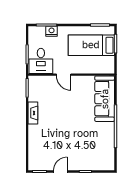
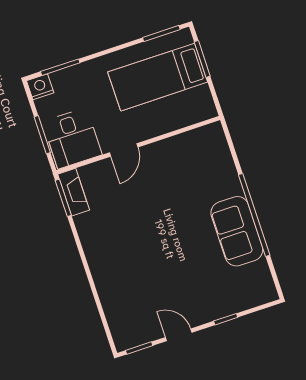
nightstand: (52, 31) -> (40, 87), moved
door: (64, 75) -> (124, 150), hinge flipped
sofa: (105, 99) -> (237, 231), moved, width x0.73
fireplace: (33, 113) -> (74, 192), moved
door: (60, 171) -> (179, 335), hinge flipped

